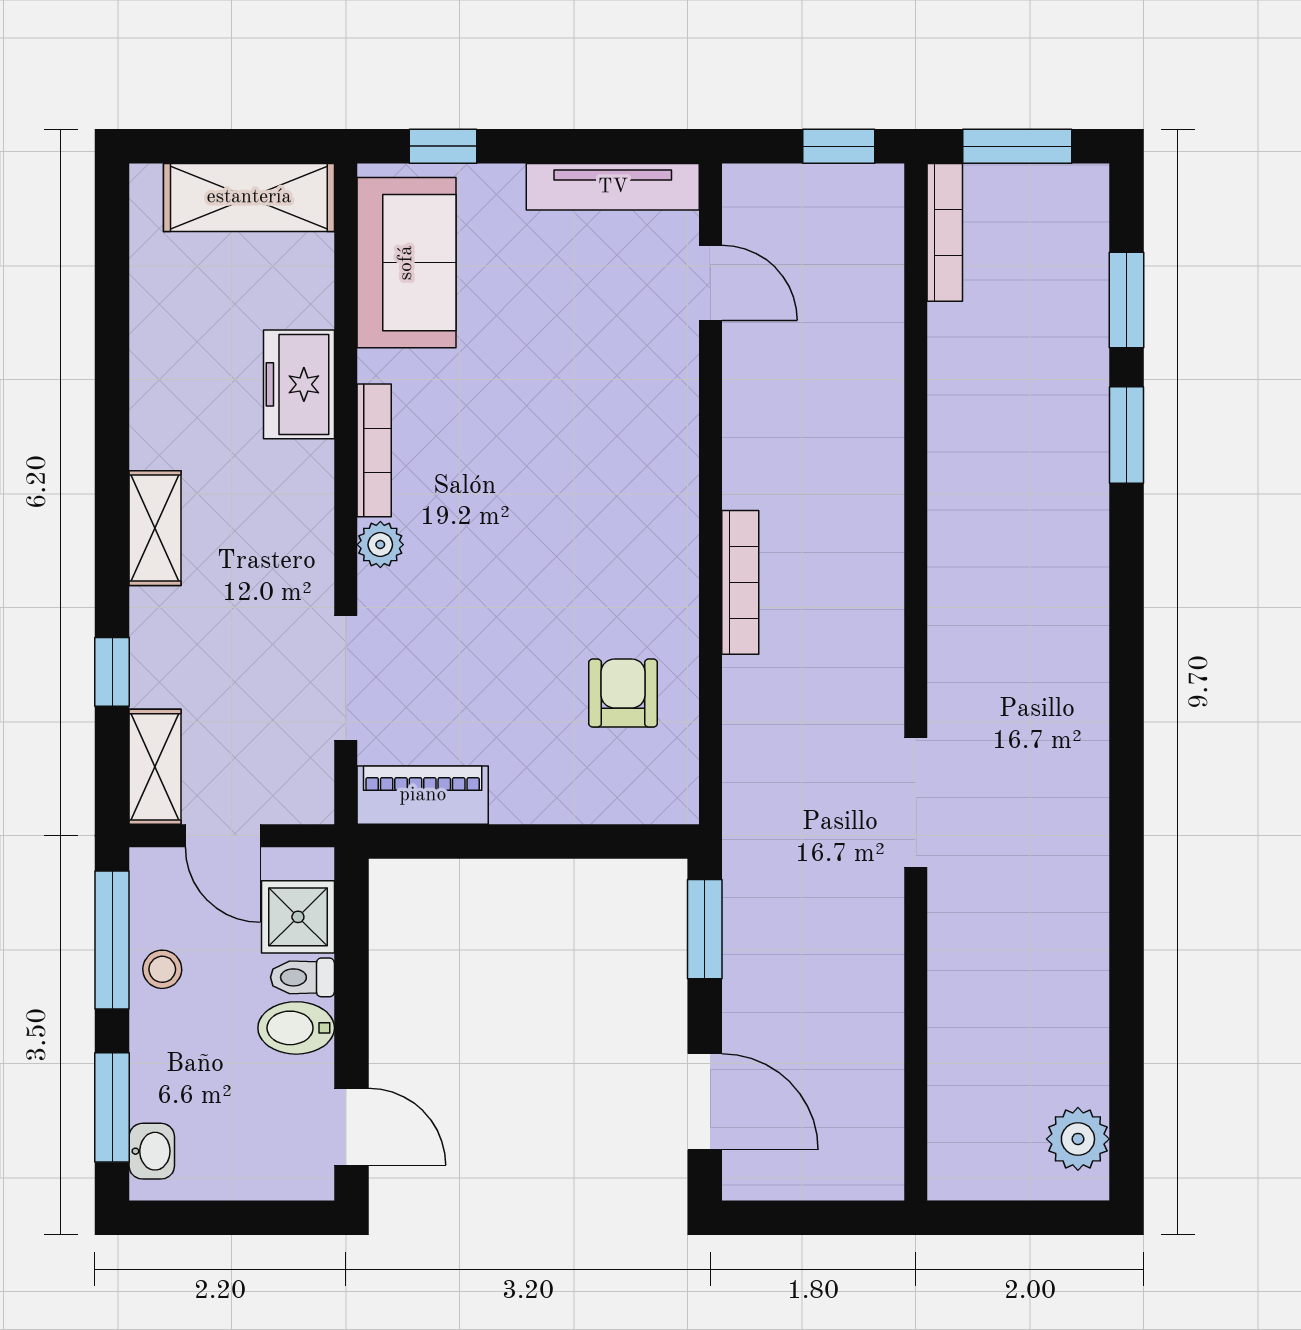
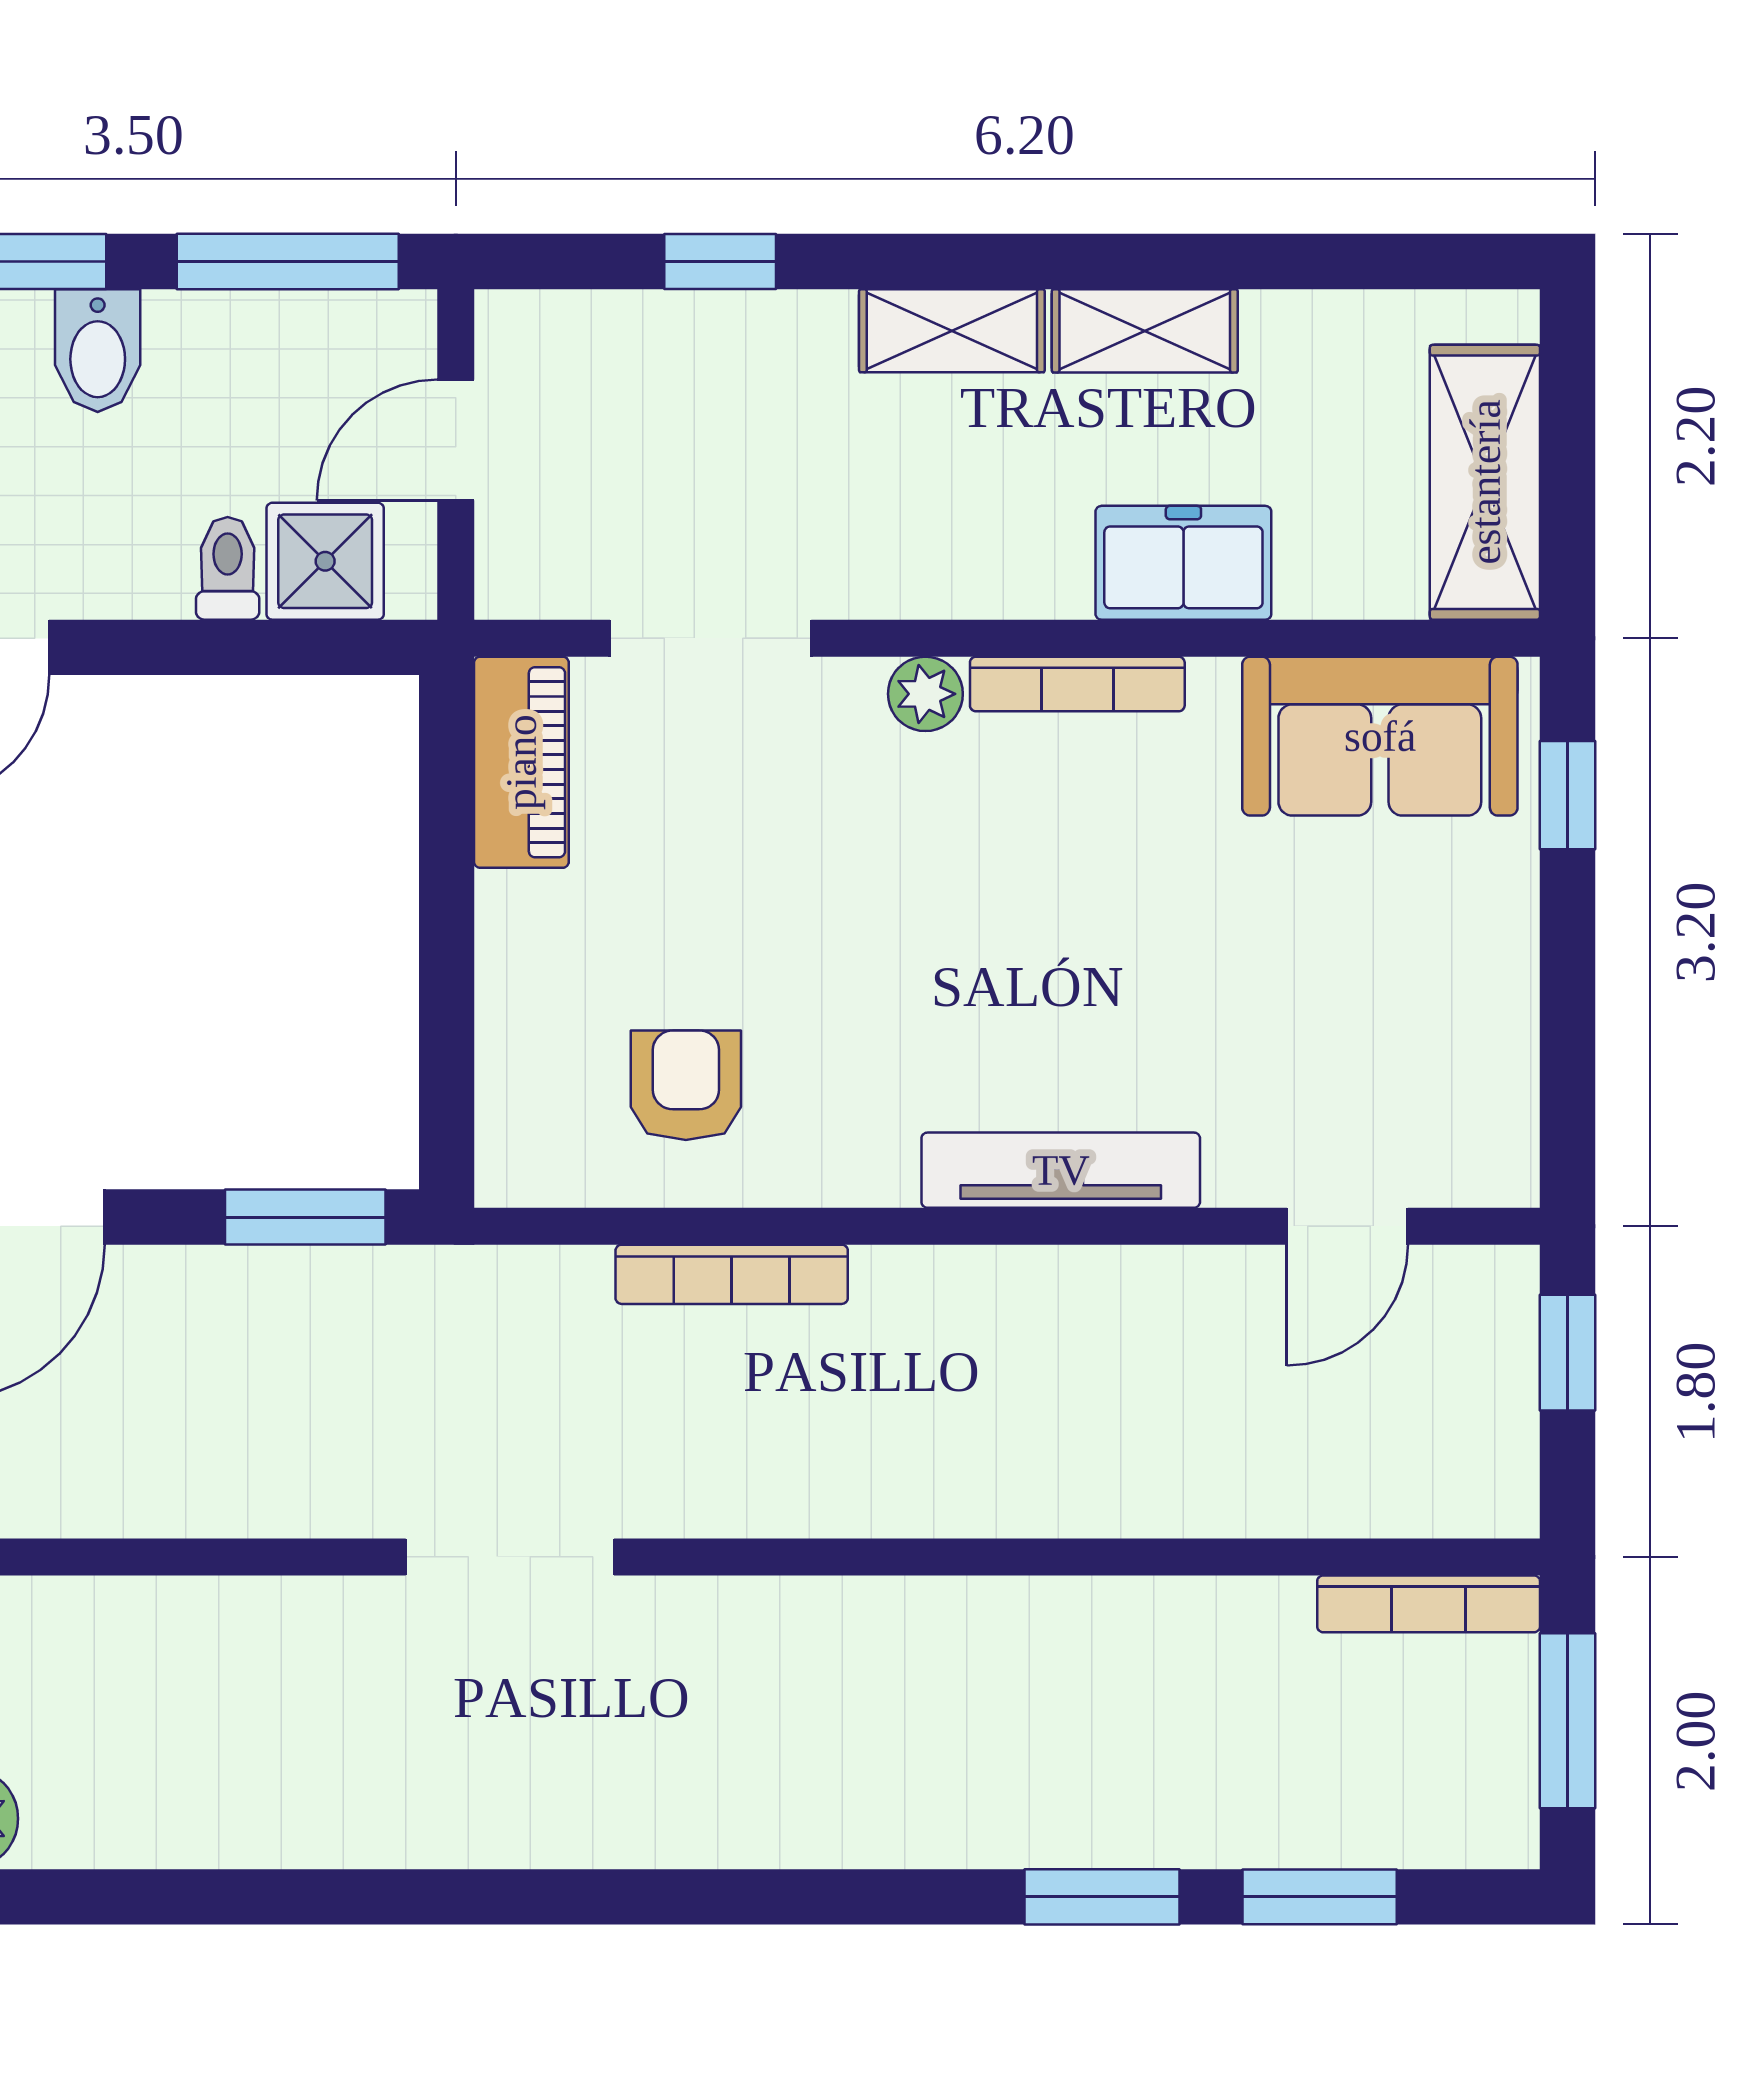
window: (839, 146) -> (1567, 1353), moved
tv unit: (613, 187) -> (1061, 1170), moved, turned 90
bookcase: (740, 582) -> (732, 1274), moved
armchair: (623, 693) -> (686, 1085), turned -90
shelving: (155, 767) -> (1145, 331), moved
stool: (162, 969) -> (241, 342), removed
bidet: (296, 1028) -> (98, 351), moved, turned 180

